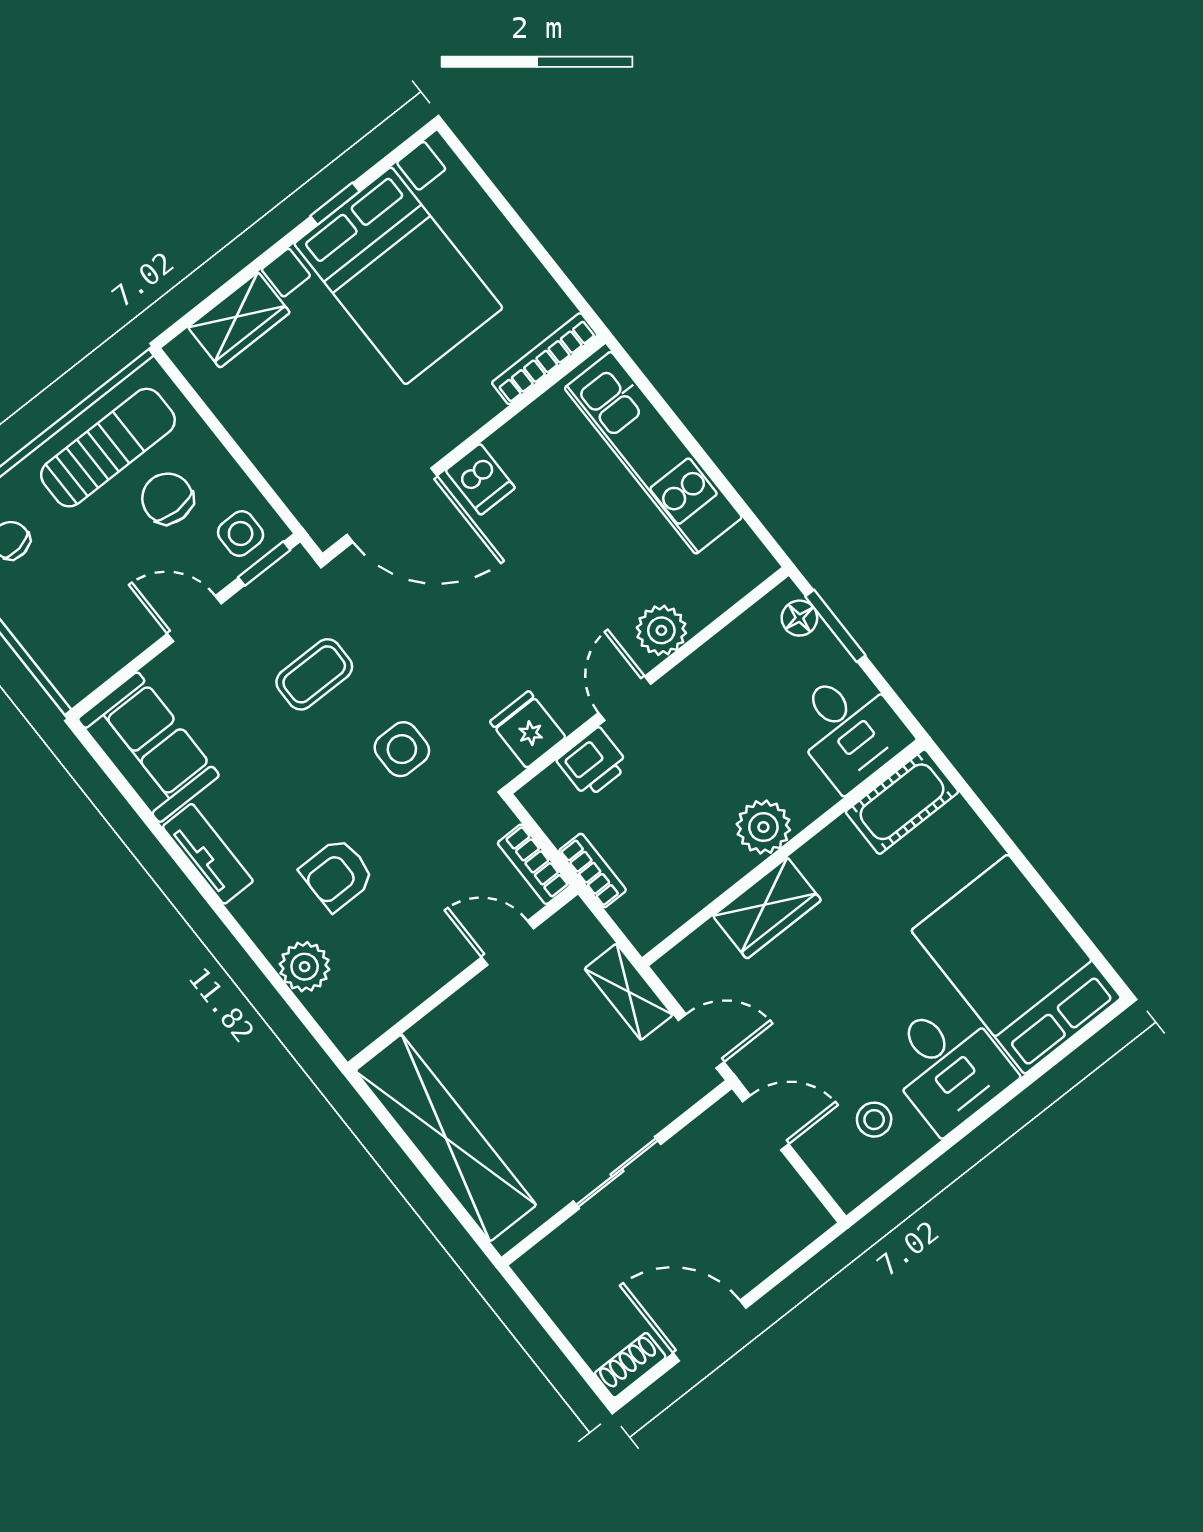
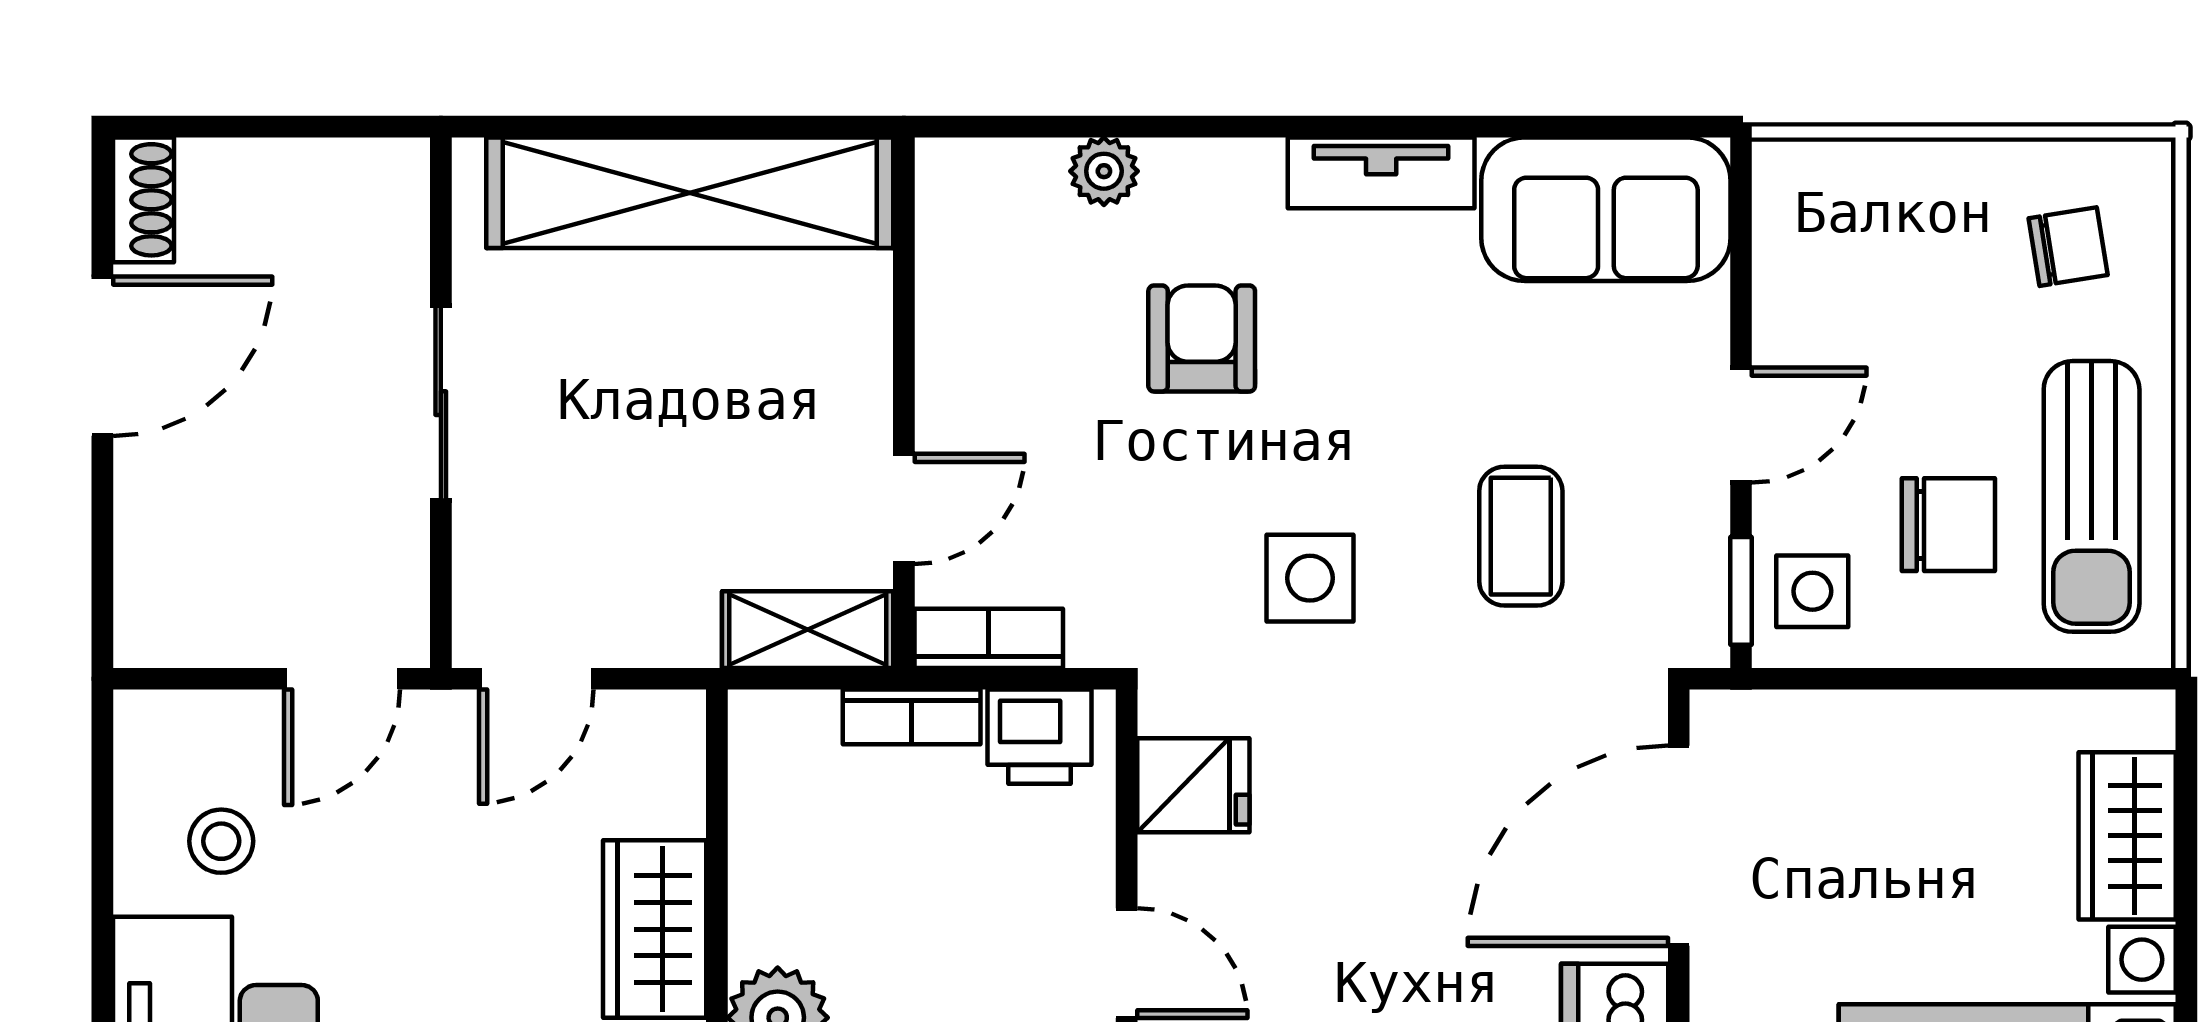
printer: (593, 763) -> (1039, 737), moved, turned -90
plant: (305, 967) -> (1104, 171), width x0.73, depth x0.73
shelving: (629, 992) -> (808, 630), moved

